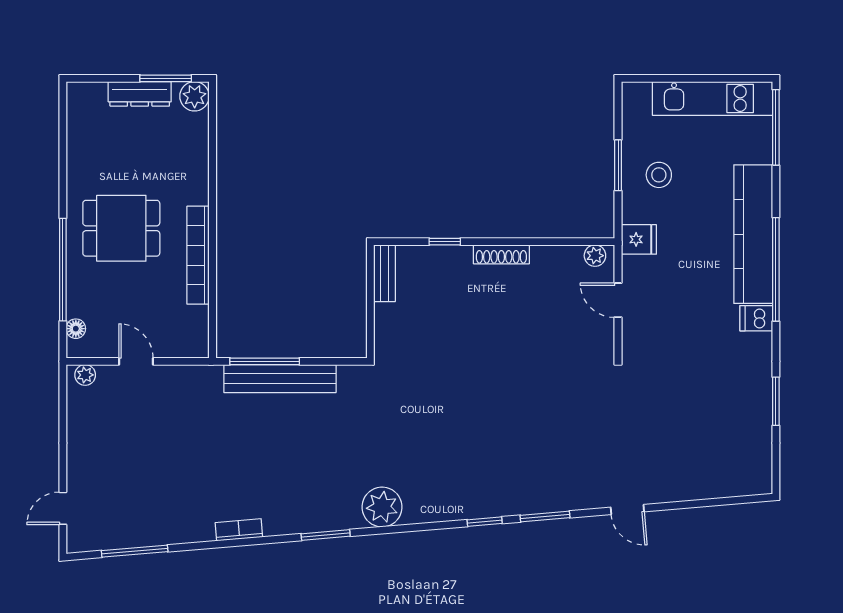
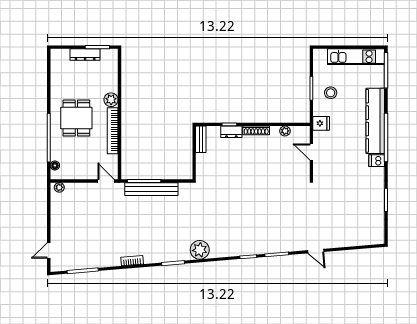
plant: (195, 96) -> (111, 100), moved
dining table: (121, 228) -> (76, 118), turned 90
plant: (595, 256) -> (285, 131), moved
dresser: (449, 257) -> (231, 132), added
door: (136, 361) -> (106, 181), moved

